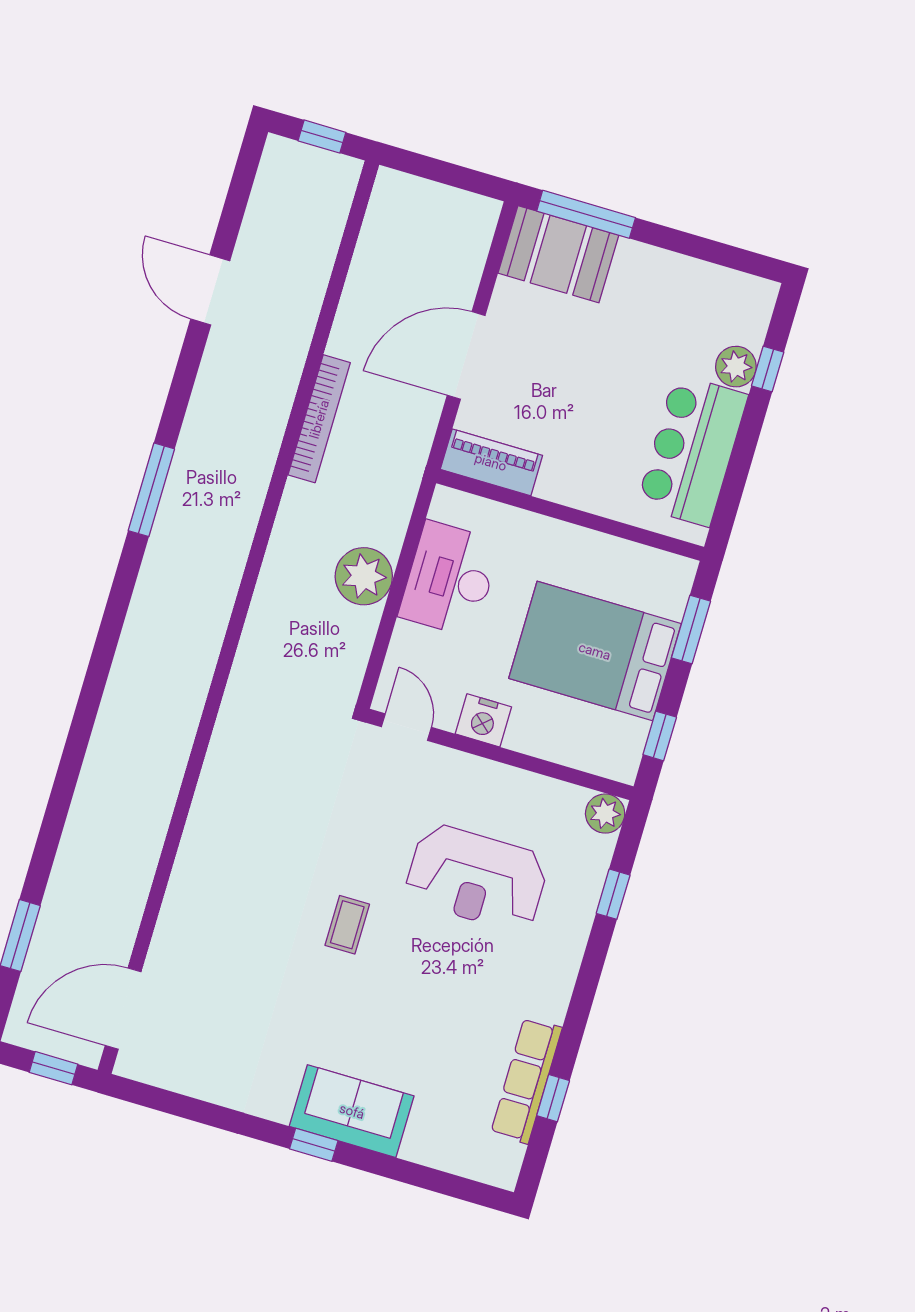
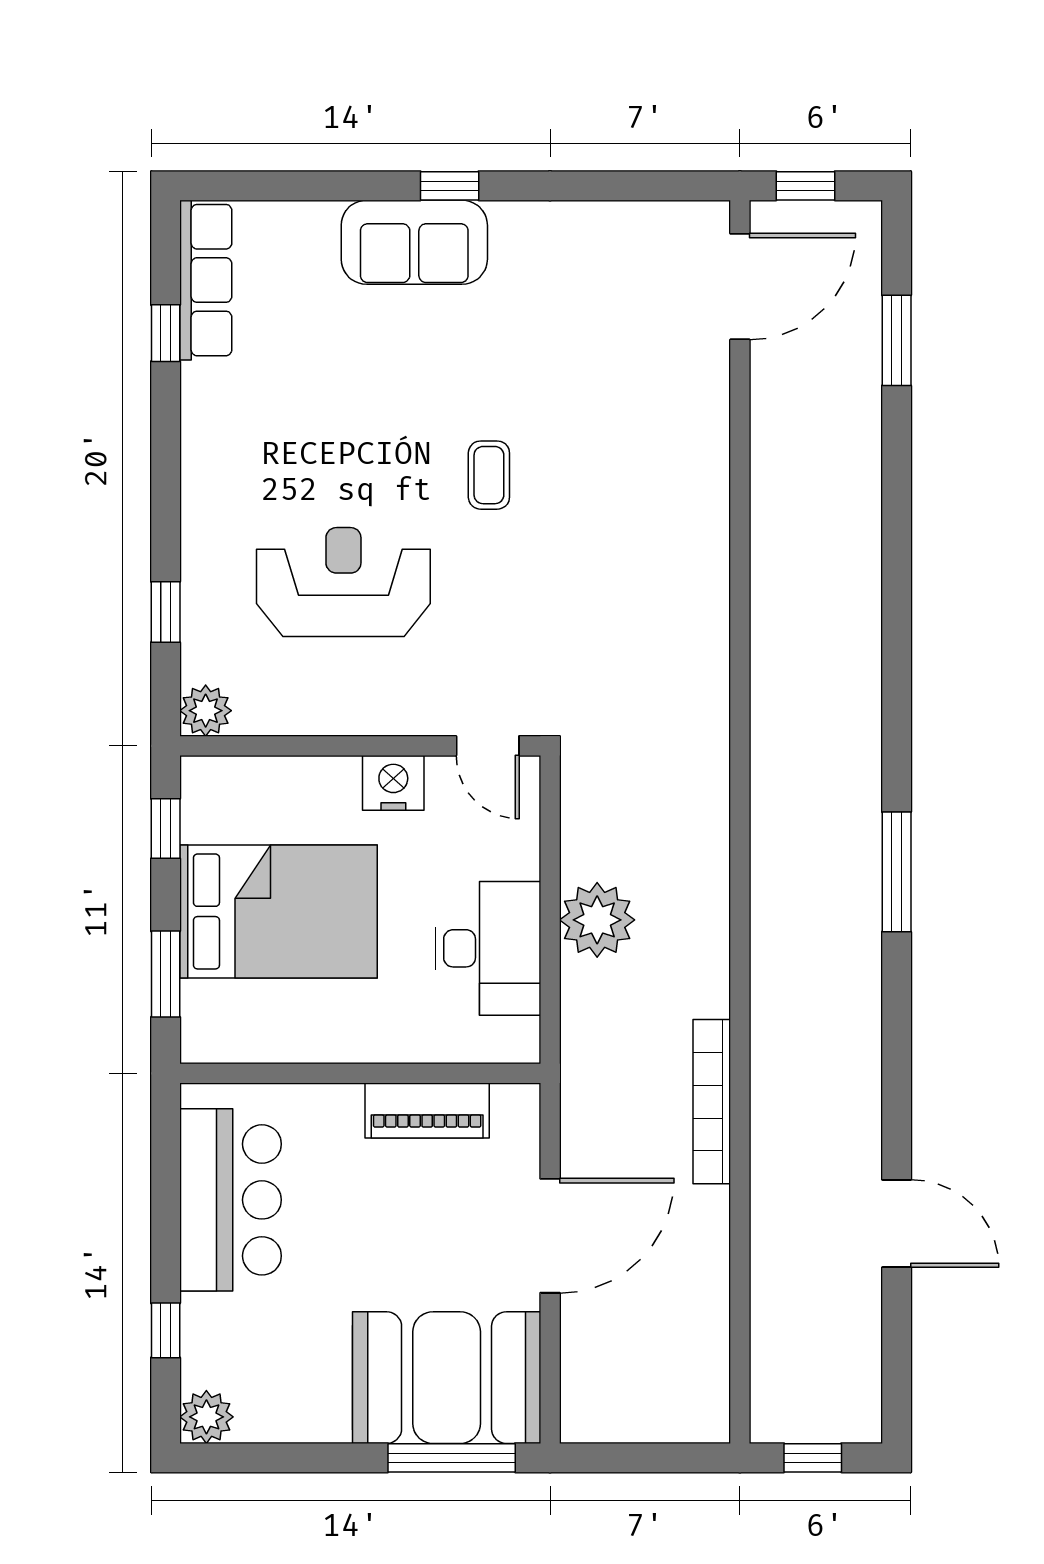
booth: (558, 254) -> (447, 1378), width x1.36, depth x1.42
plant: (736, 367) -> (206, 1417), moved
piano: (491, 462) -> (427, 1111), moved
window: (151, 490) -> (897, 872), moved
row of seats: (526, 1080) -> (206, 280), moved

